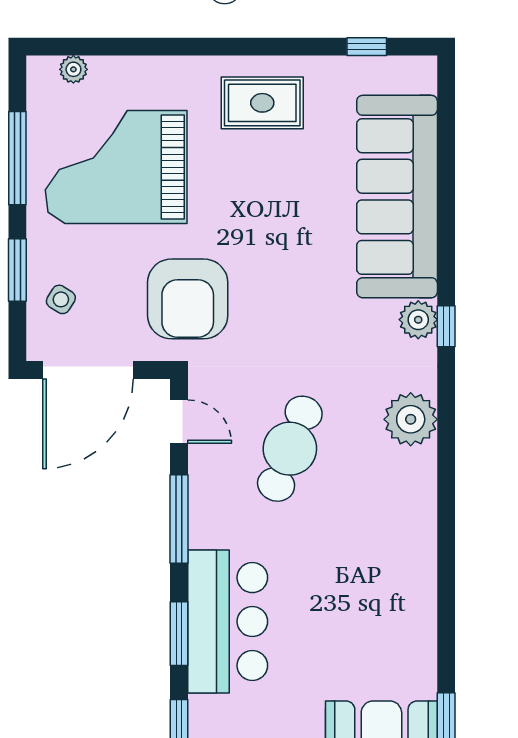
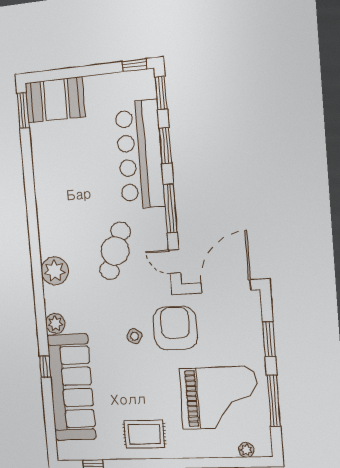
side table: (61, 299) -> (135, 336), moved
window: (446, 326) -> (45, 367), moved
bar counter: (228, 622) -> (140, 155), width x1.36

